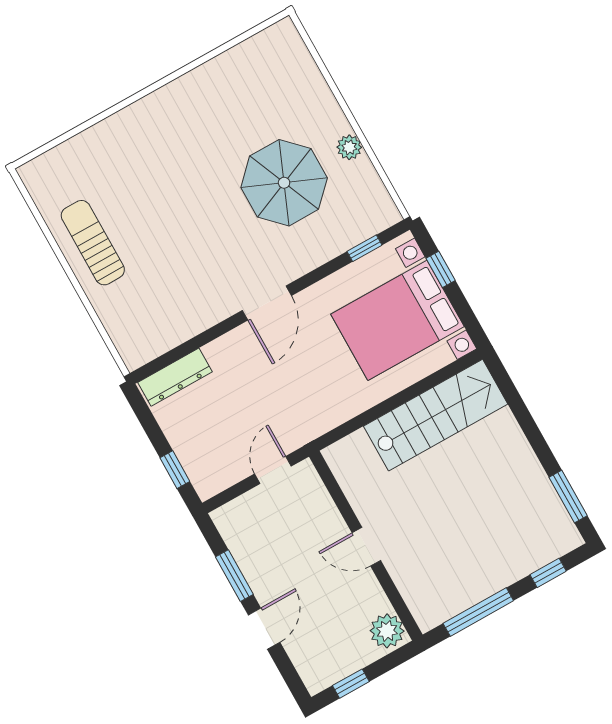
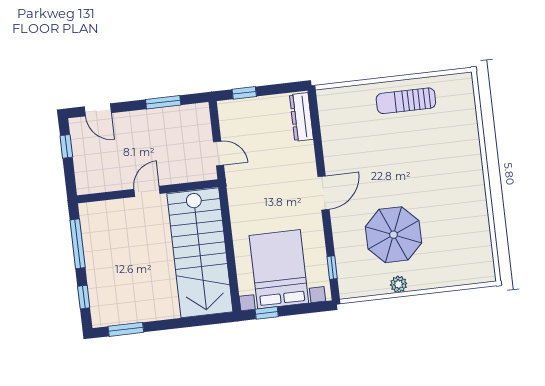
sun lounger: (93, 243) -> (406, 101), turned 180
window: (441, 269) -> (267, 313), moved
door: (267, 303) -> (323, 193), swing flipped
stairs: (436, 415) -> (200, 253), width x1.36, depth x1.51
door: (264, 629) -> (98, 110), moved
plant: (387, 631) -> (89, 182), removed

